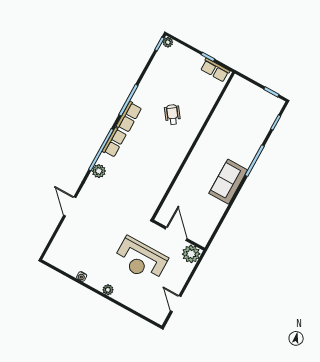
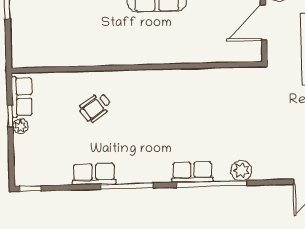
plant: (168, 42) -> (20, 126), moved
wheelchair: (172, 115) -> (95, 107), moved
row of seats: (129, 117) -> (94, 174), moved

